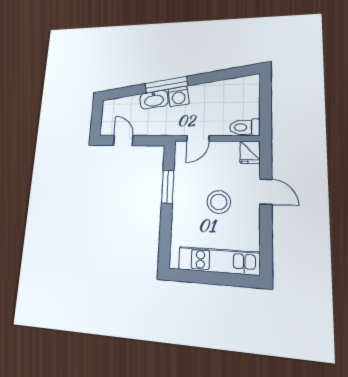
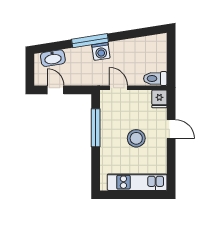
washbasin: (154, 100) -> (53, 58), moved
door: (198, 138) -> (118, 88), swing flipped
window: (168, 187) -> (96, 128), width x1.44

